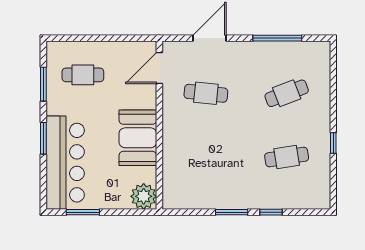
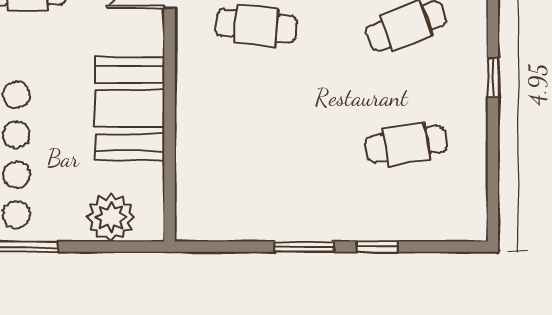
window: (333, 143) -> (493, 77), moved
plant: (144, 196) -> (111, 217), moved

